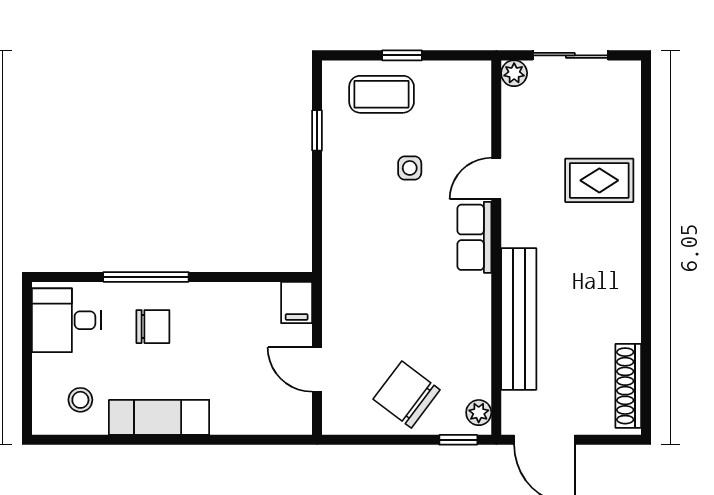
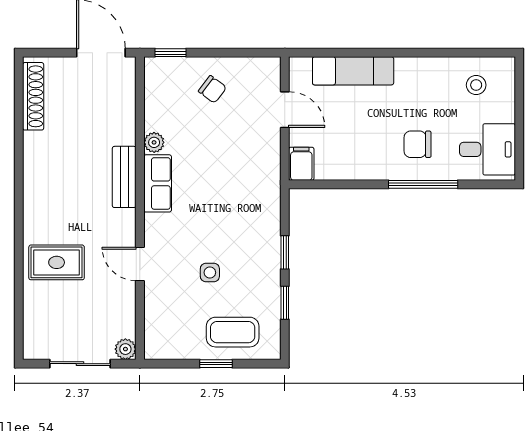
door: (496, 179) -> (140, 264), swing flipped
window: (317, 193) -> (285, 252), added
row of seats: (474, 237) -> (158, 183), moved
bench: (519, 319) -> (124, 177), width x0.54, depth x0.82
chair: (407, 395) -> (212, 89), width x0.54, depth x0.54
plant: (479, 413) -> (154, 142), moved
exam couch: (159, 417) -> (353, 71), moved

